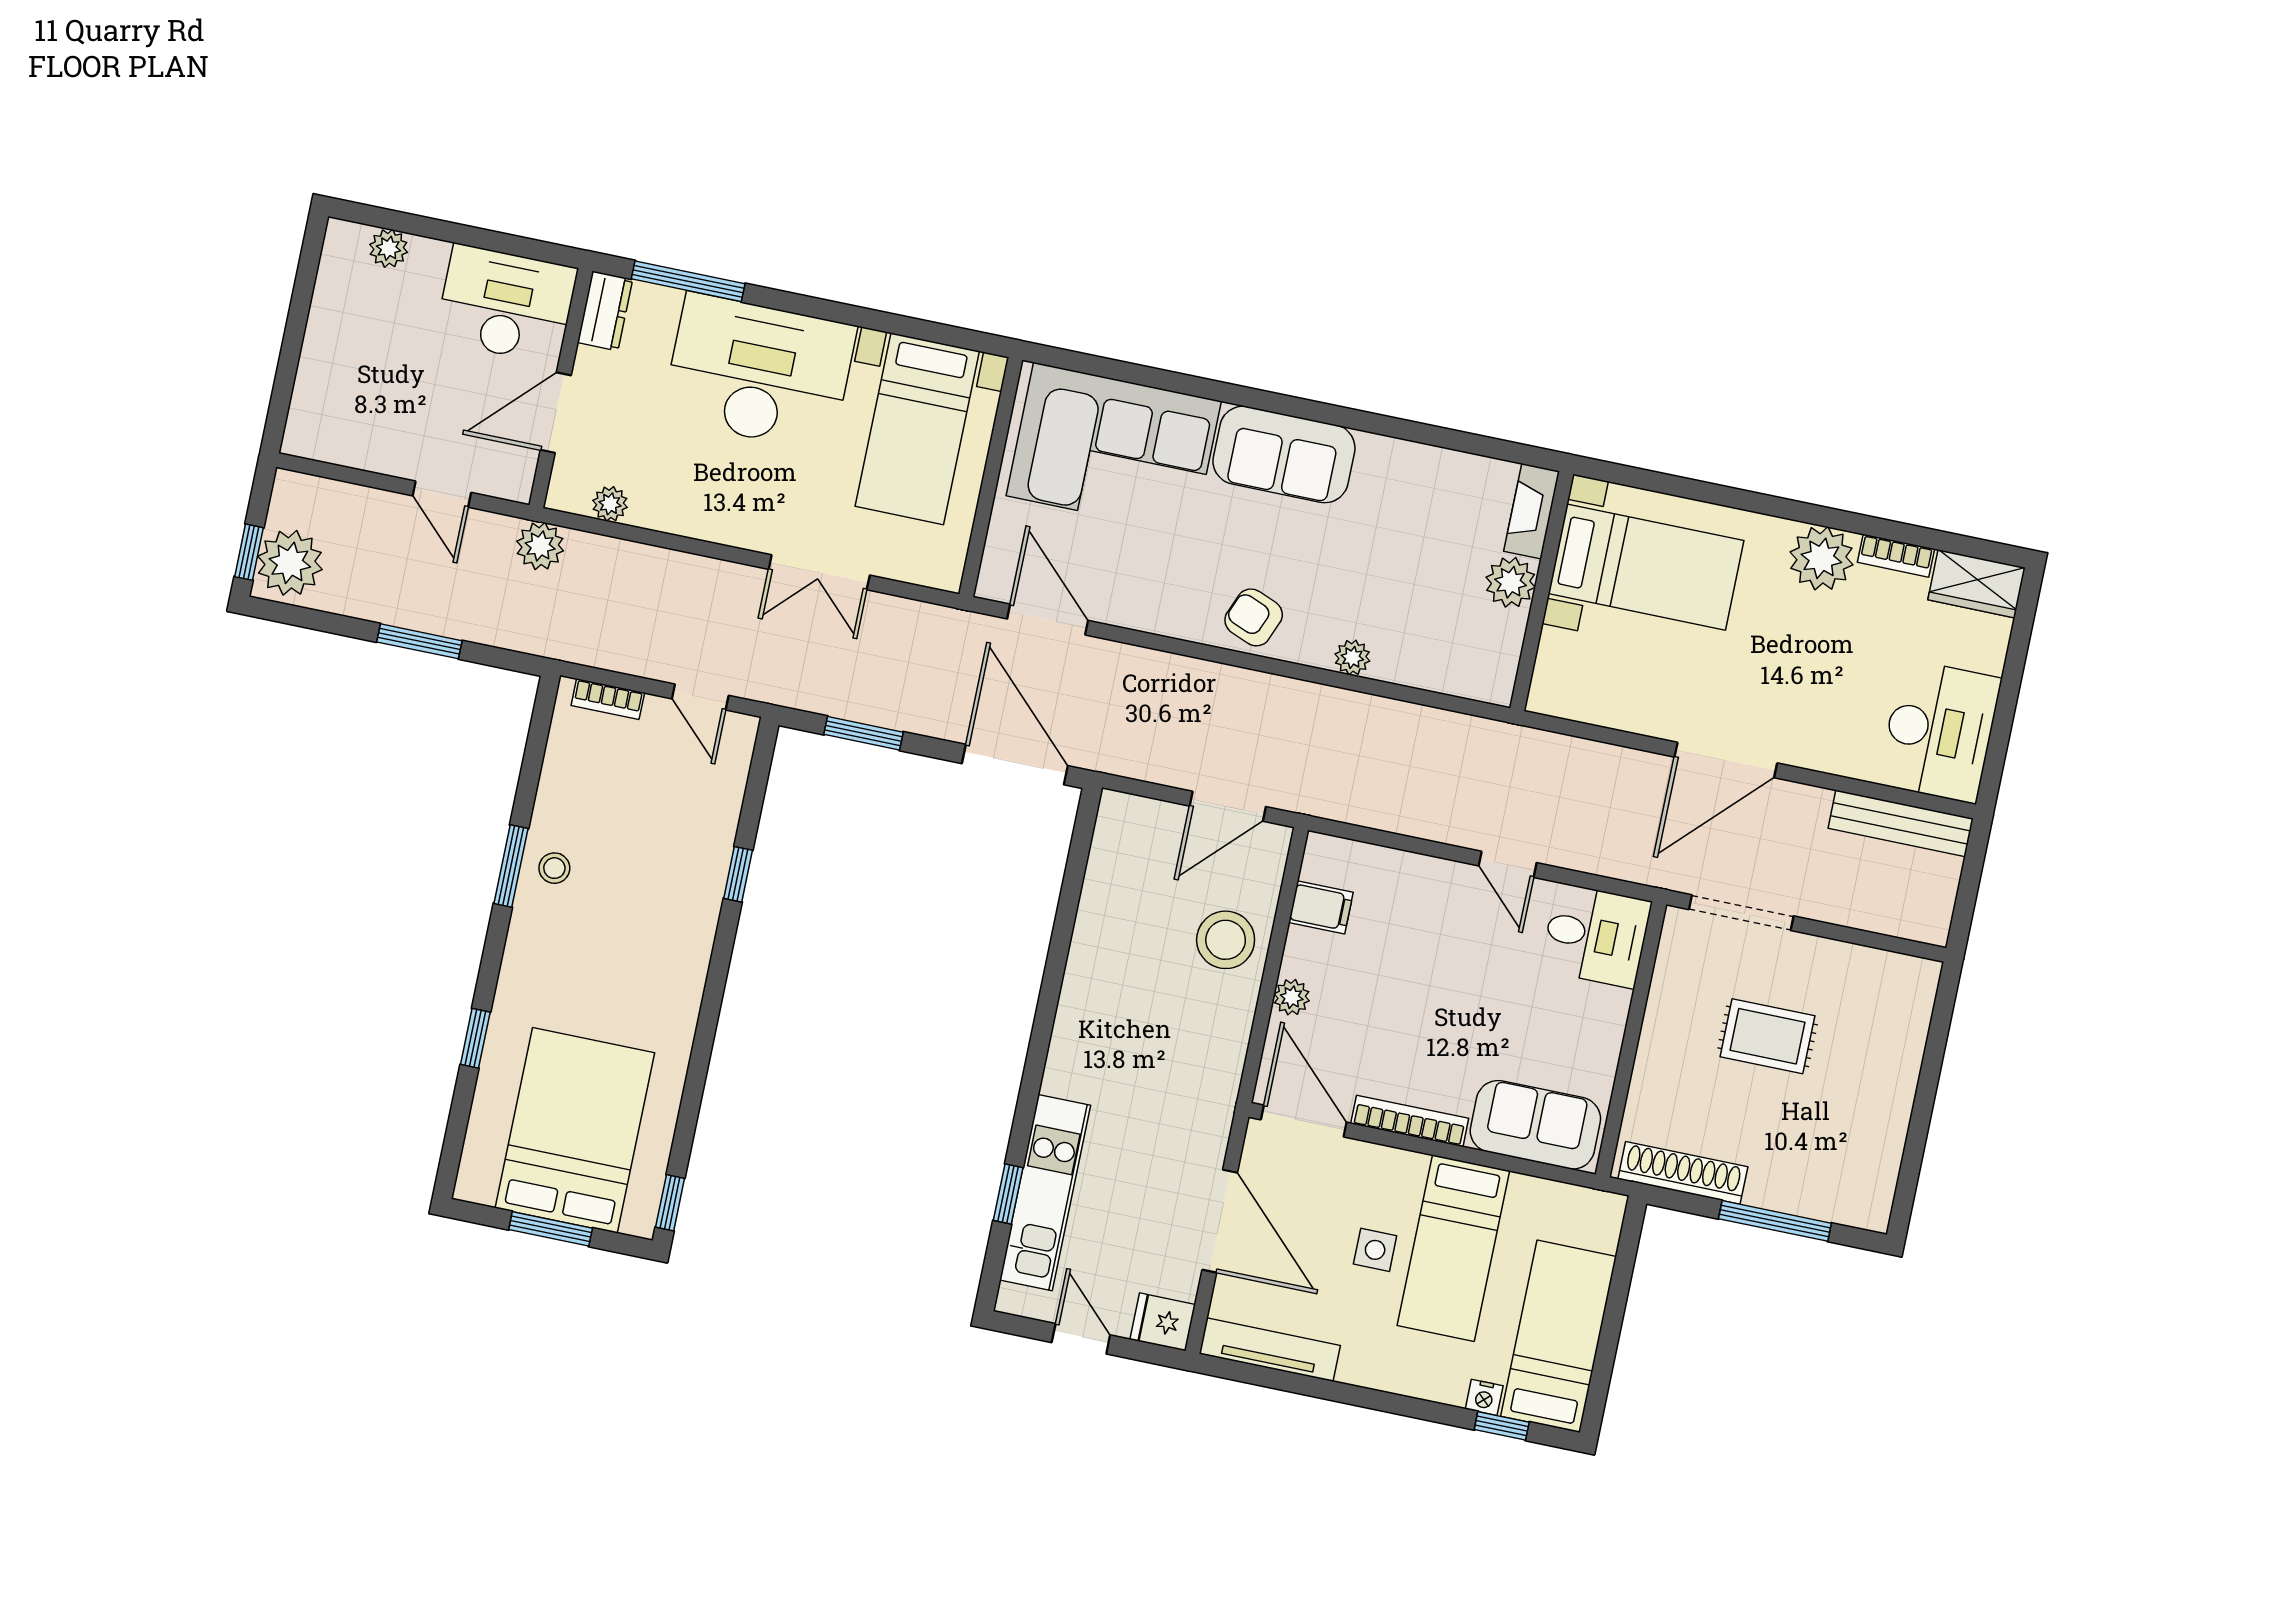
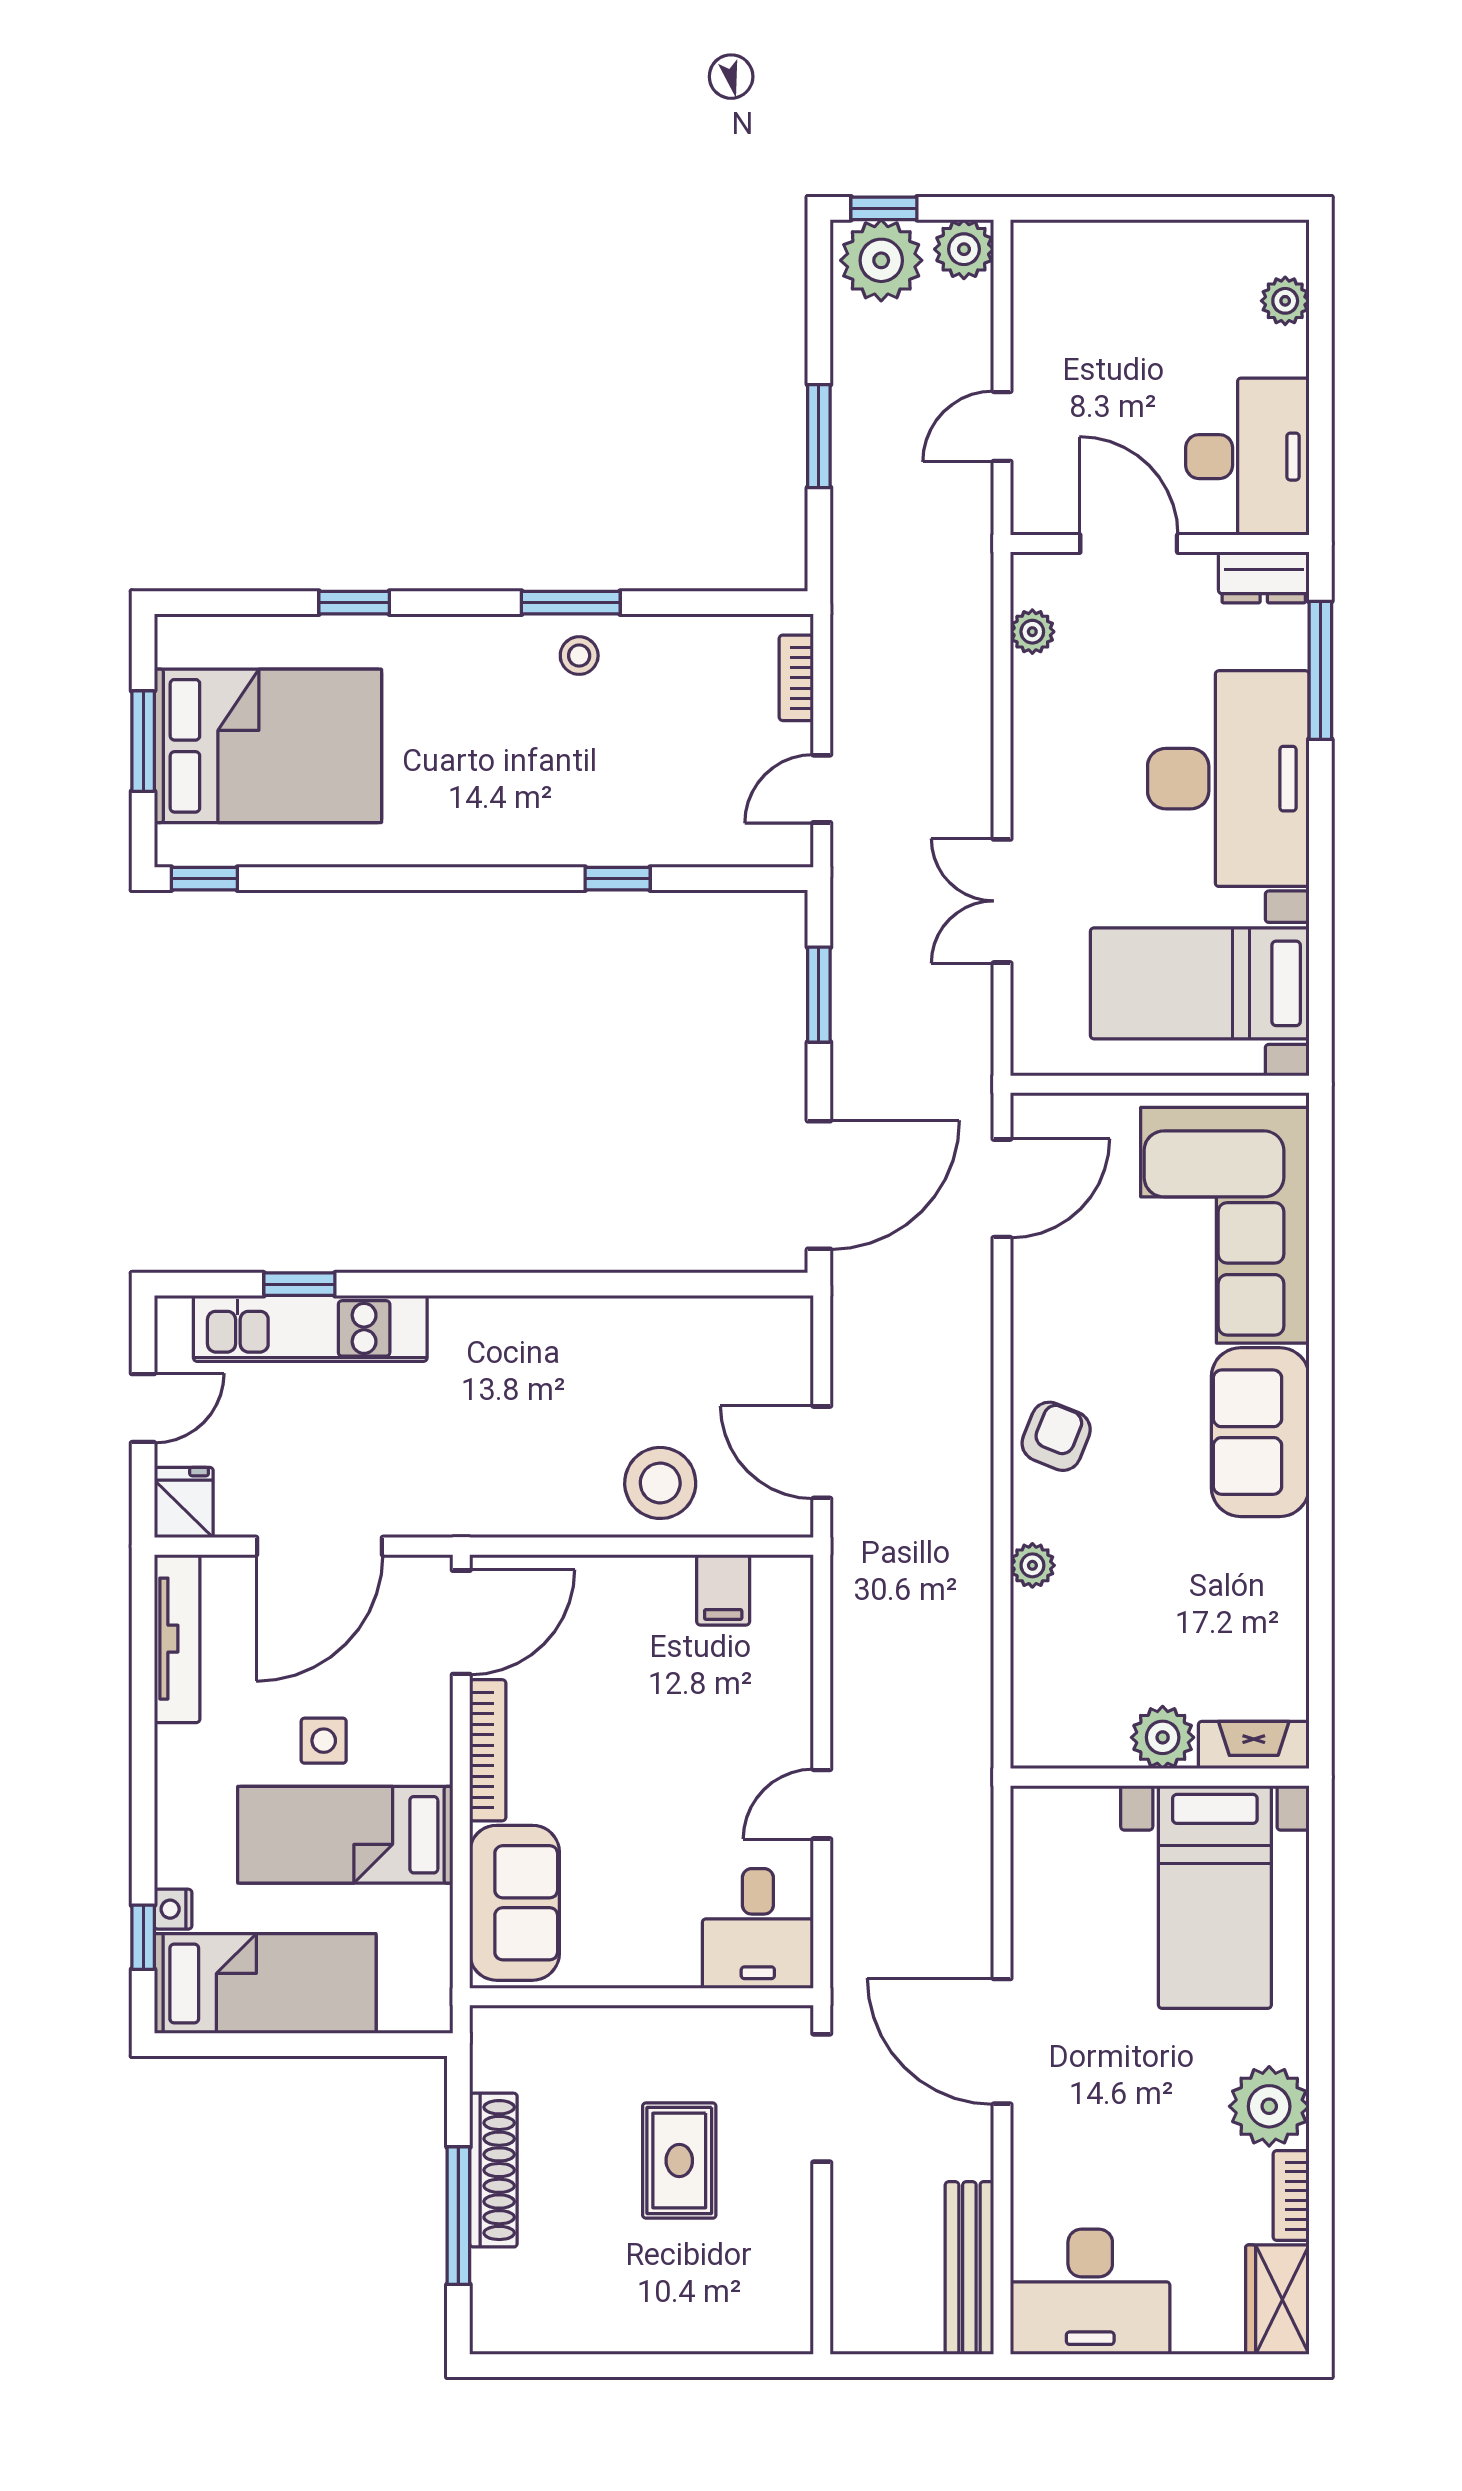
plant: (540, 546) -> (964, 249), moved
plant: (1292, 997) -> (608, 1577), removed
shoe rack: (1683, 1173) -> (493, 2170), moved

